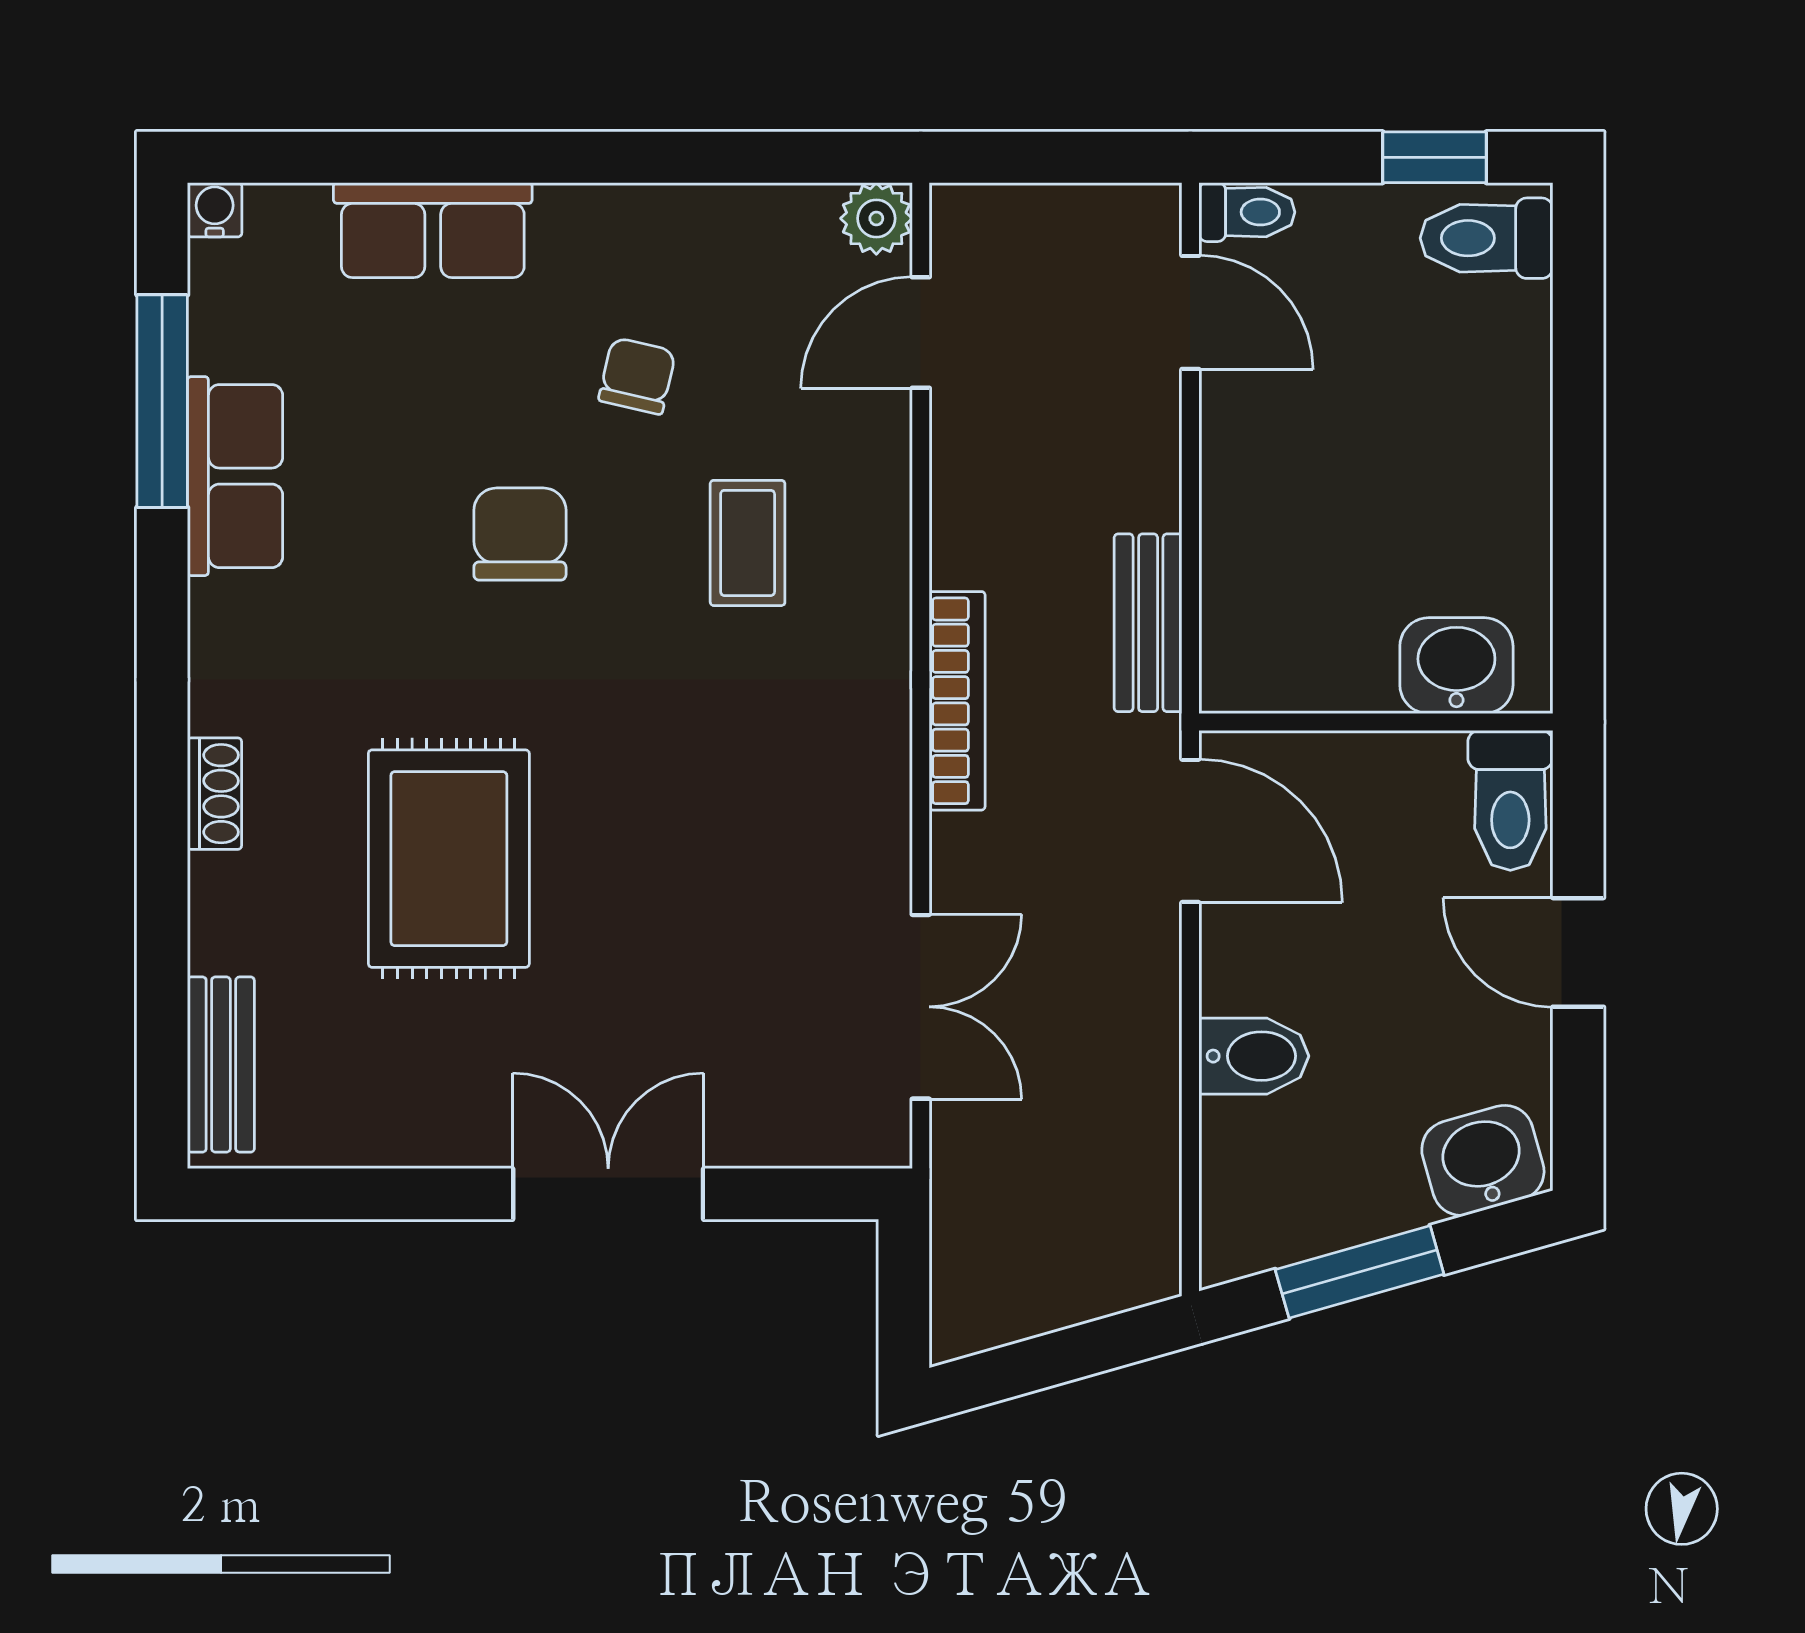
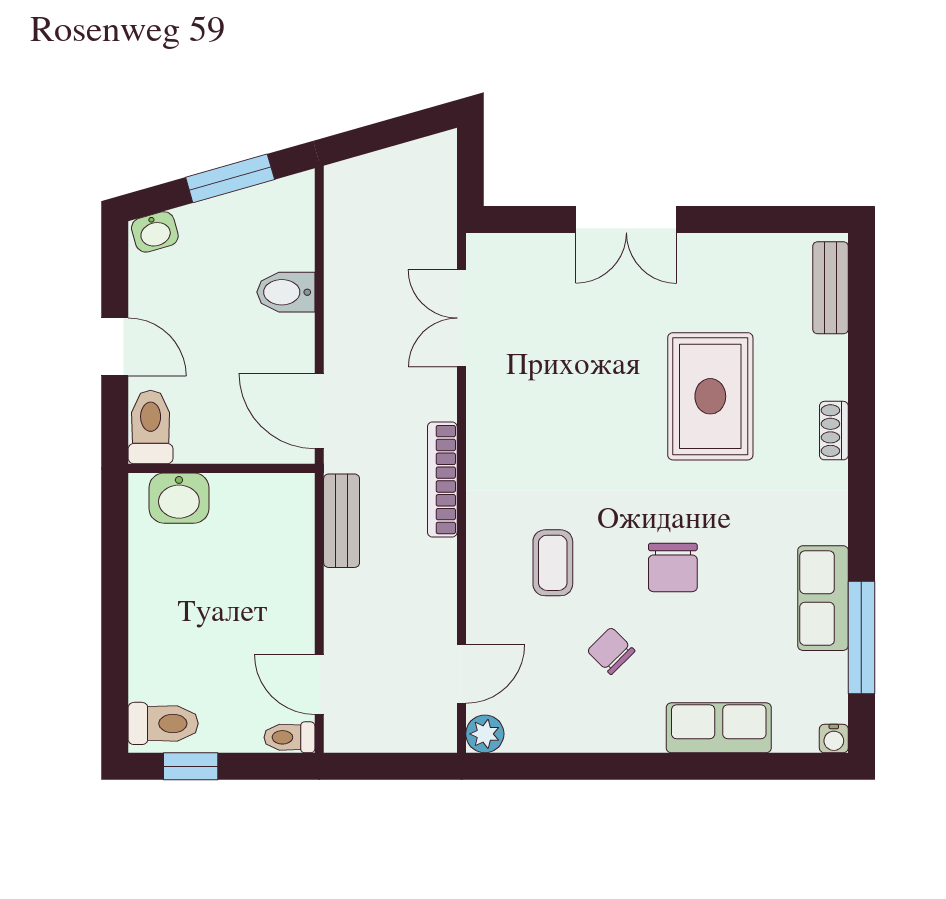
chair: (637, 376) -> (611, 651), turned 122
washbasin: (1483, 1160) -> (155, 232), width x0.72, depth x0.69

